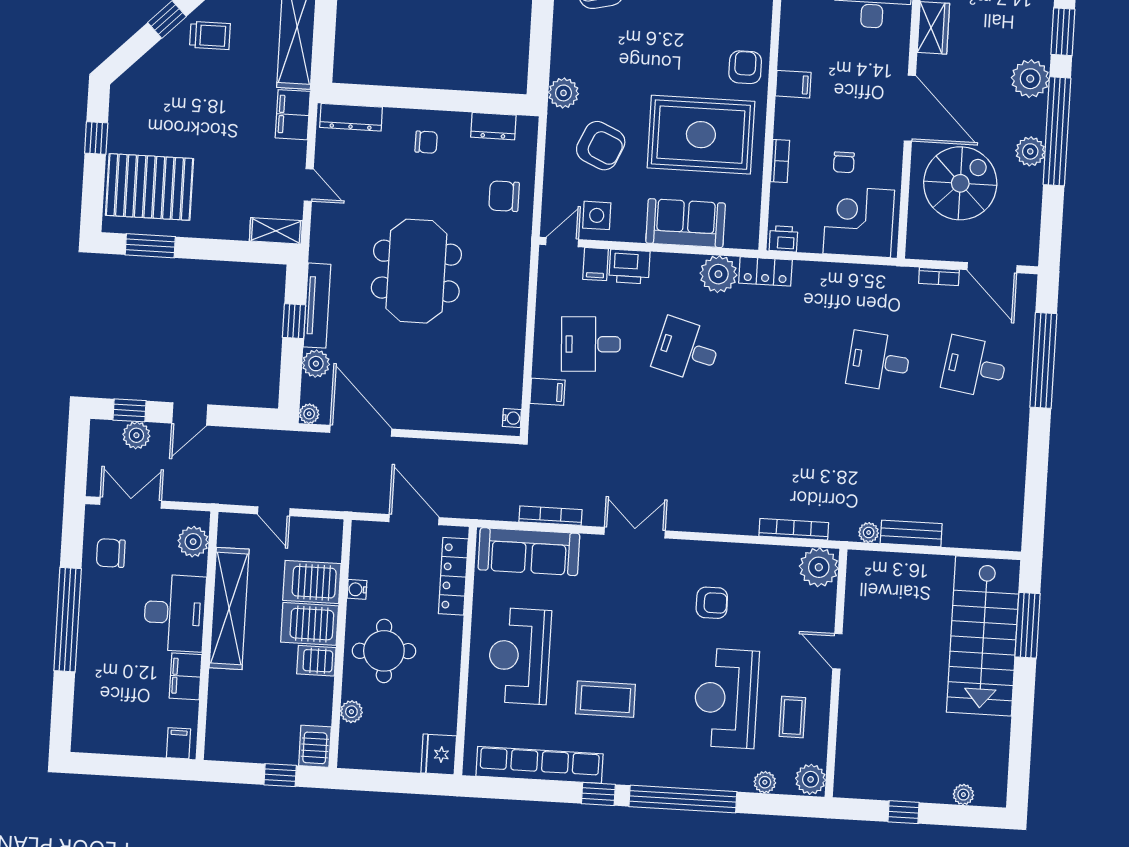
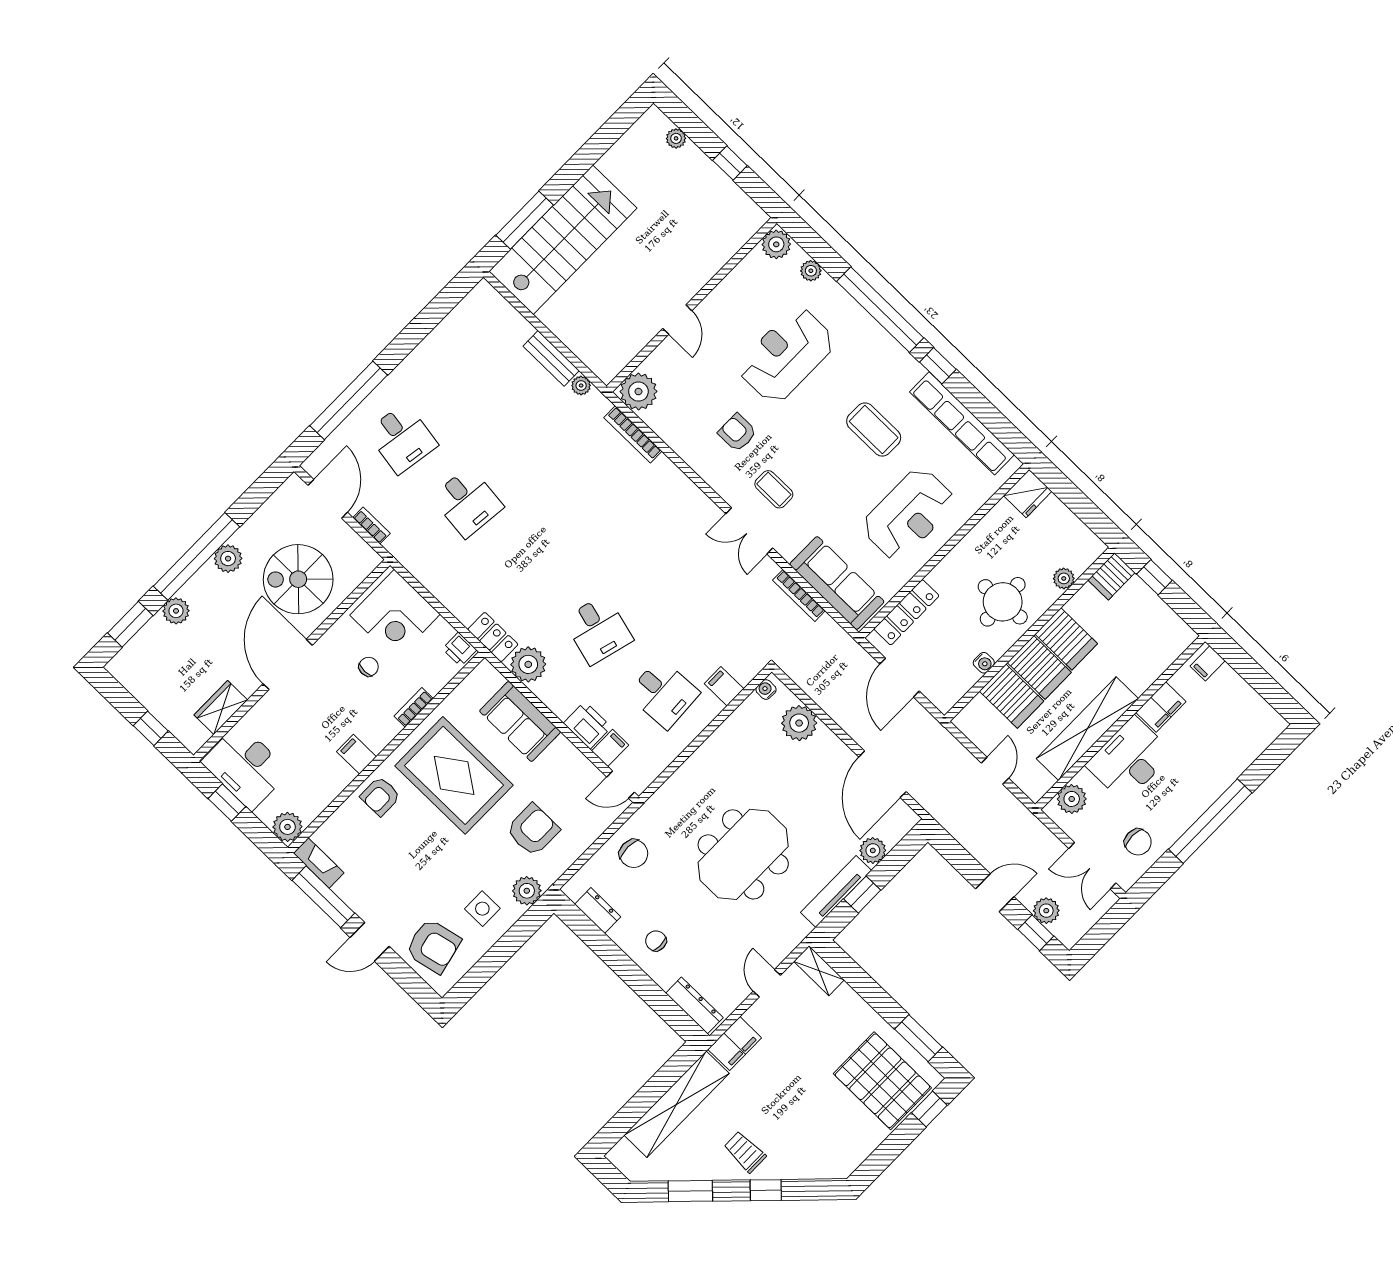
plant: (1030, 79) -> (176, 611), width x0.73, depth x0.73
window: (96, 138) -> (929, 1109), moved
armchair: (601, 146) -> (533, 830), turned 66
side table: (597, 215) -> (482, 909), moved
plant: (309, 414) -> (799, 723), moved, width x1.88, depth x1.88
server rack: (316, 661) -> (1066, 639), width x1.36, depth x1.44
reception desk: (726, 698) -> (786, 355), turned 180
coffee table: (792, 717) -> (774, 489), moved, turned 90

